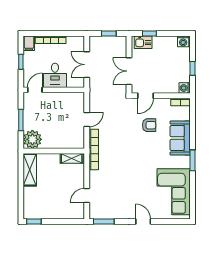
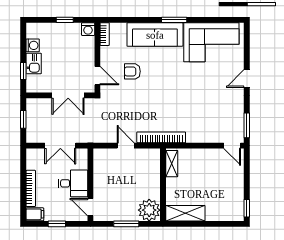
washing machine: (183, 41) -> (33, 45), moved
kitchen sink: (143, 42) -> (34, 64), moved
armchair: (149, 125) -> (132, 71), turned -90
sofa: (180, 138) -> (155, 35), width x1.36
door: (87, 196) -> (232, 146), moved

